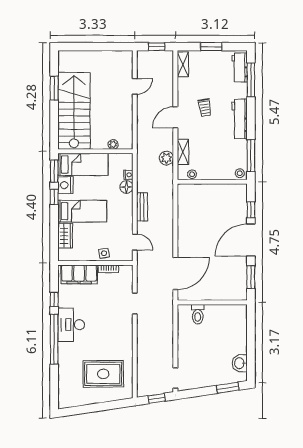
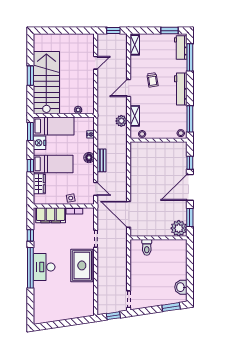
window: (211, 47) -> (169, 31), moved
window: (54, 88) -> (30, 76), moved
floor lamp: (126, 187) -> (89, 158), moved
window: (54, 197) -> (30, 166), moved
door: (175, 273) -> (129, 214), swing flipped
plant: (237, 291) -> (179, 228), added
desk: (71, 325) -> (44, 267), moved
rug: (103, 374) -> (82, 265), moved, turned 90

